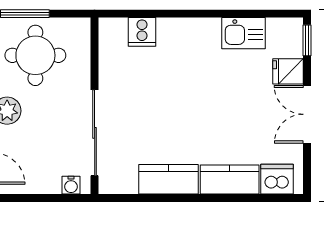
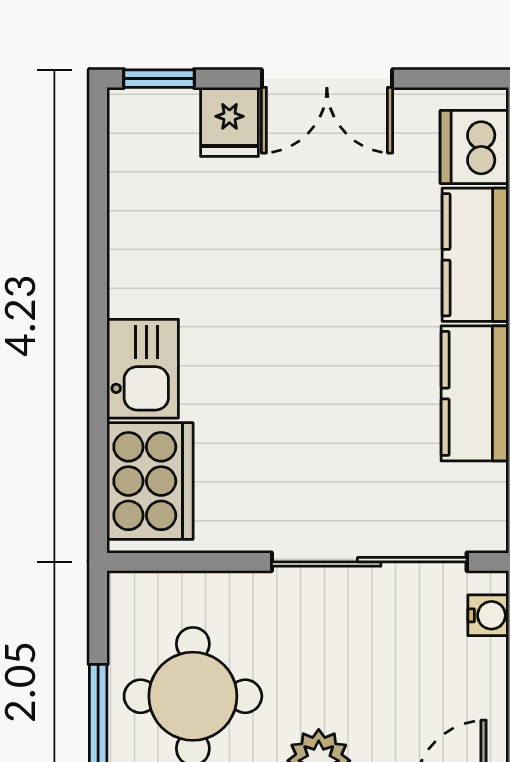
cooker: (142, 32) -> (150, 481), width x1.87, depth x1.31
kitchen sink: (244, 33) -> (143, 369), moved

